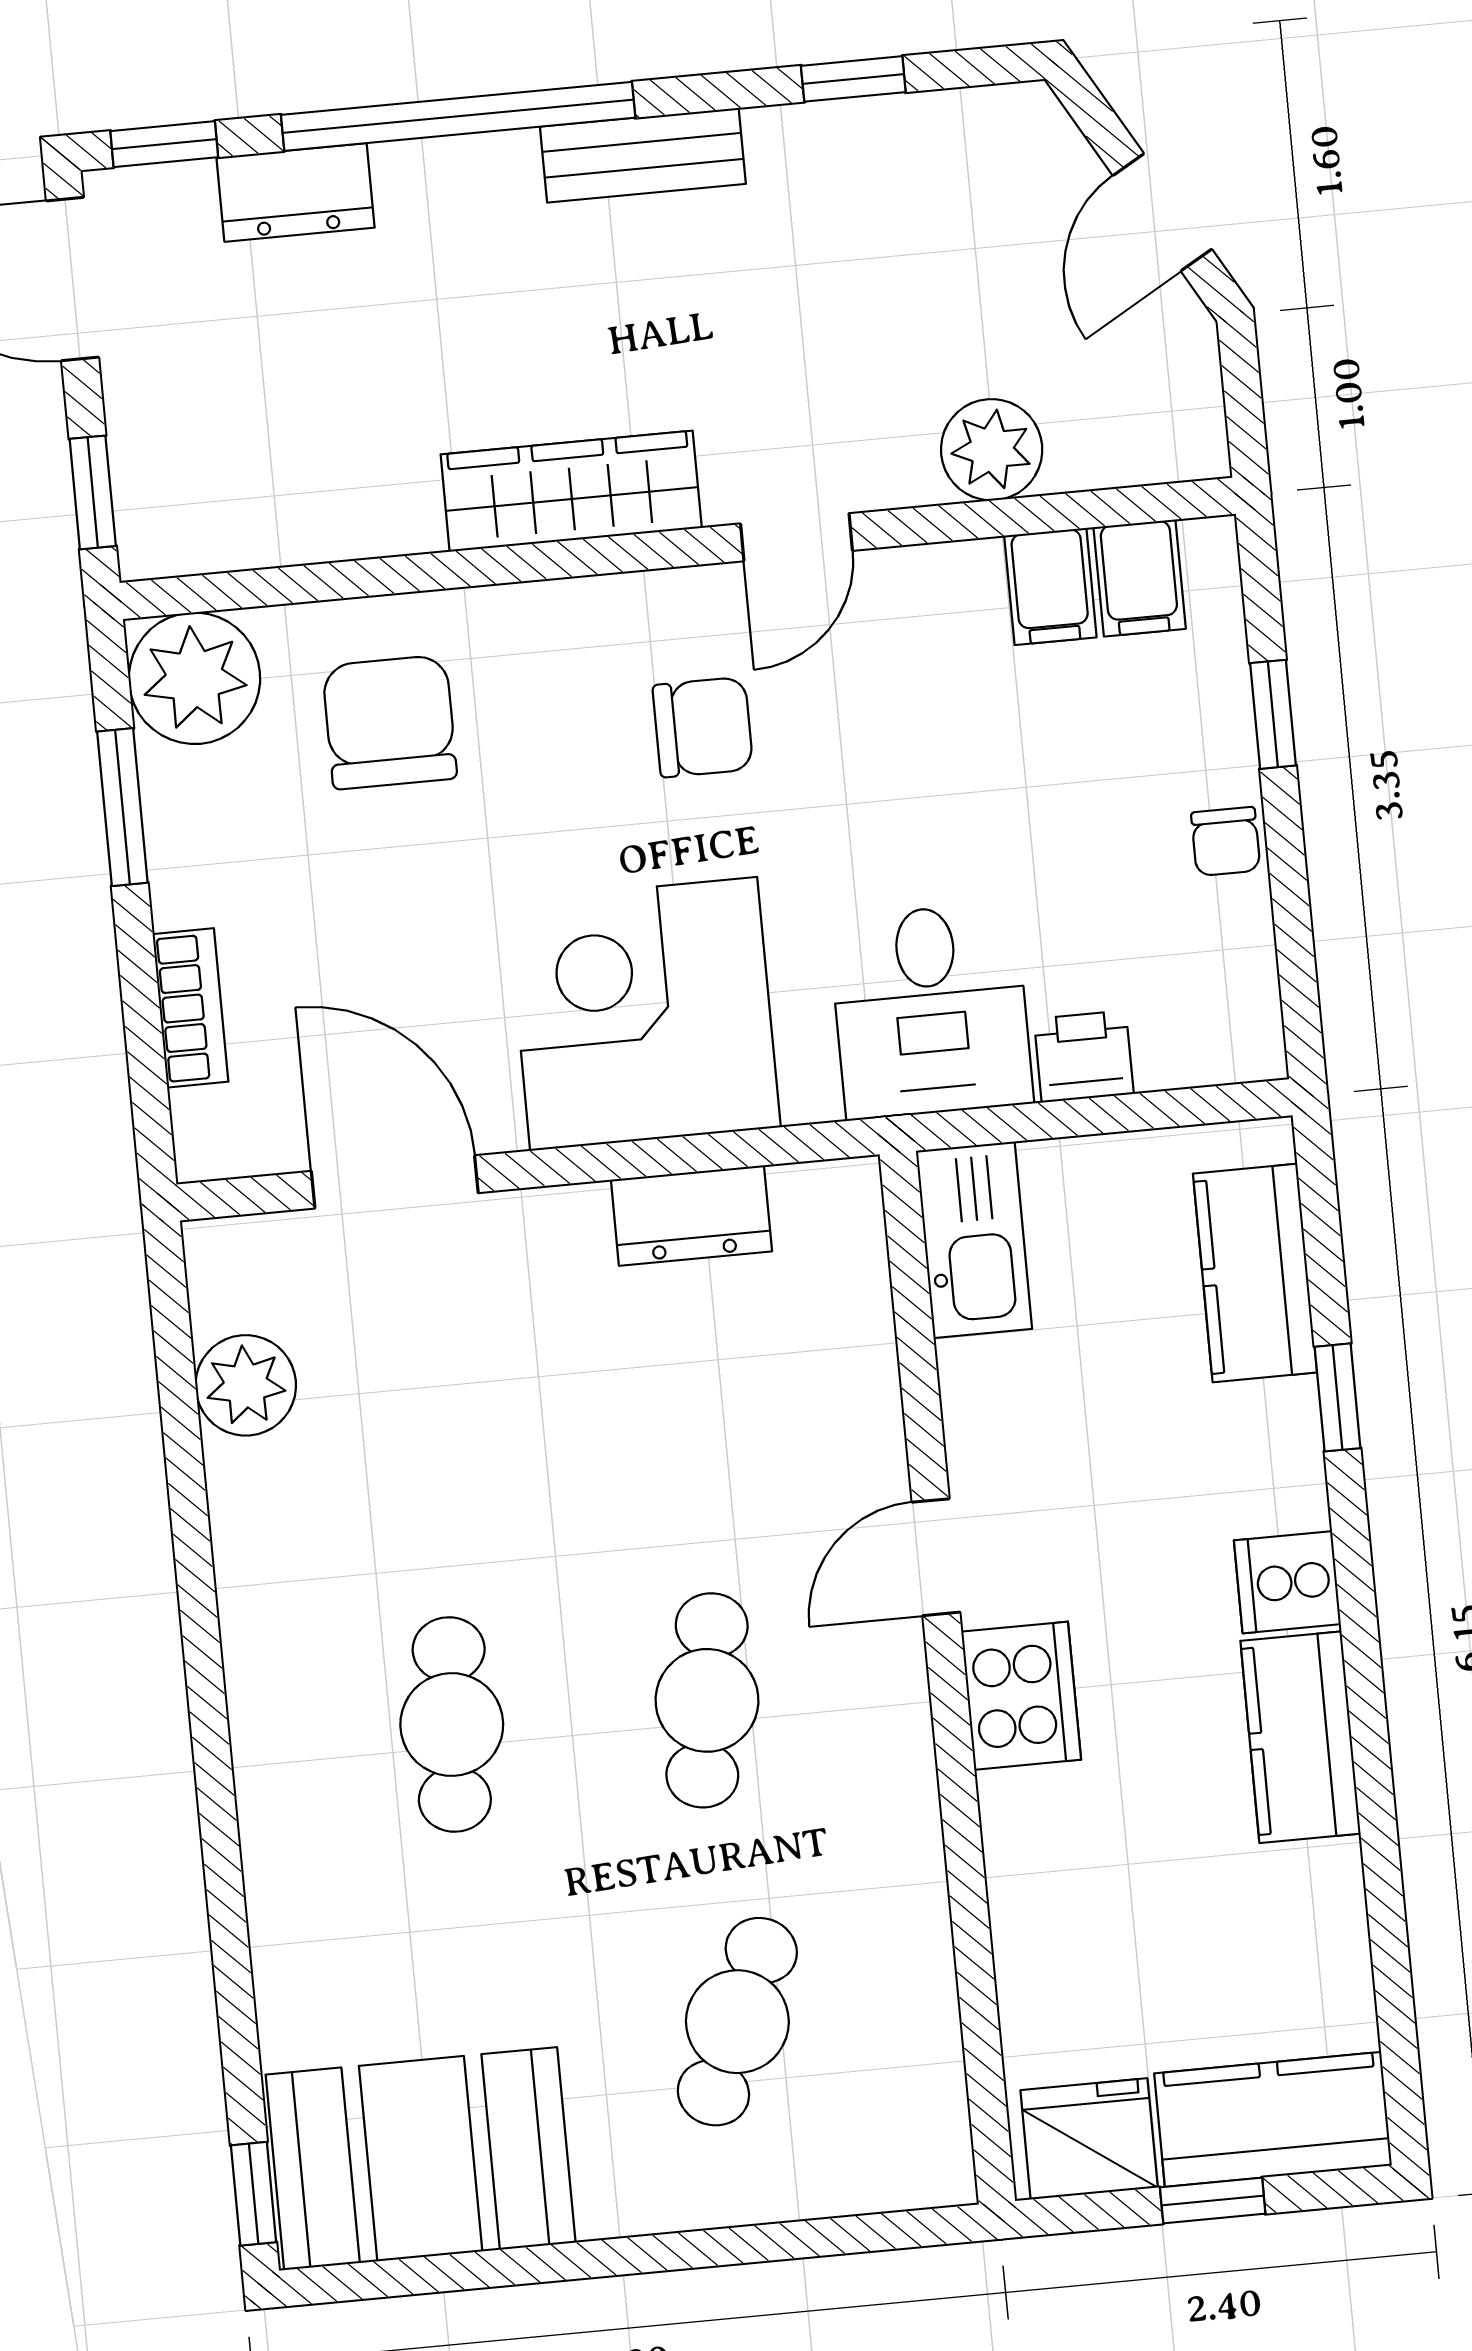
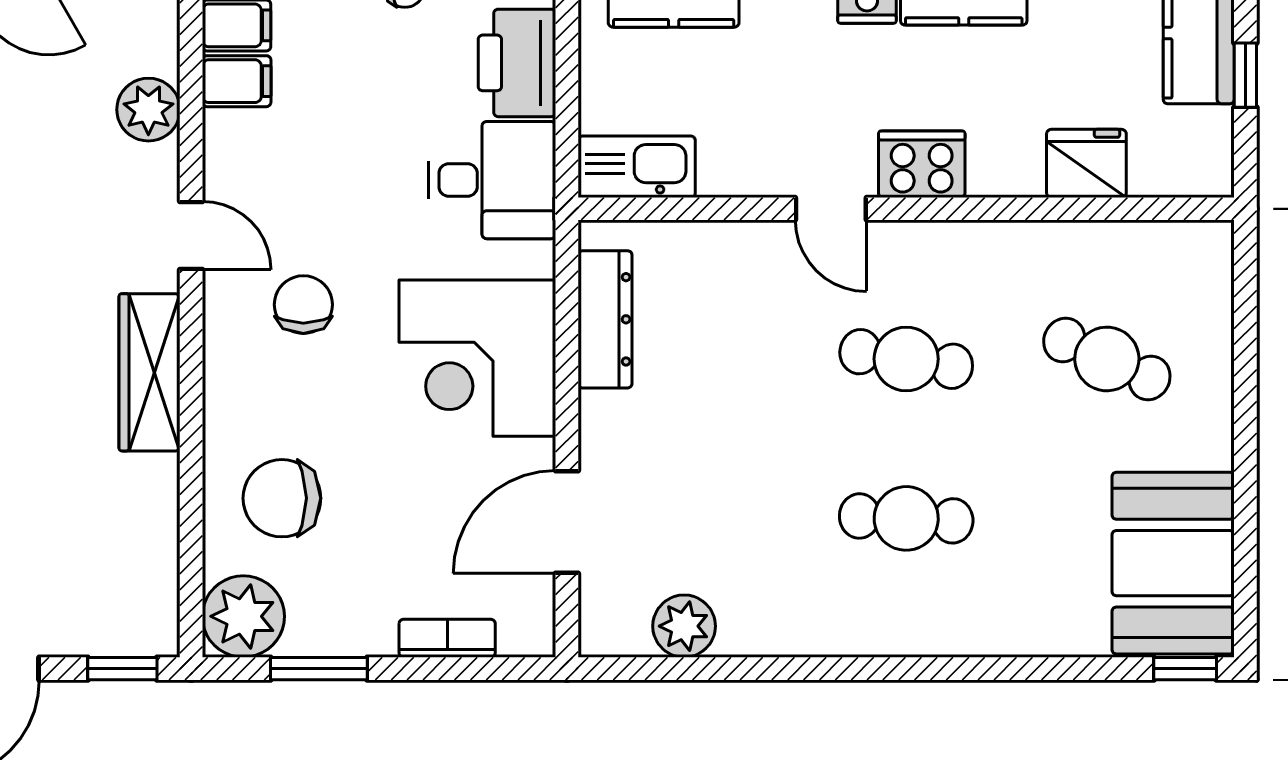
printer: (1084, 1056) -> (517, 63), width x1.87, depth x1.48
dresser: (691, 1216) -> (605, 319), width x1.44
fridge: (1089, 2139) -> (1086, 163), moved, turned 90

